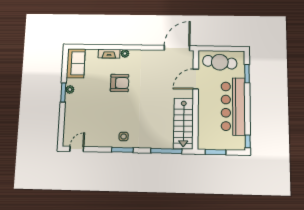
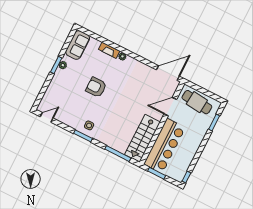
armchair: (120, 83) -> (96, 87), moved, turned 180
bar counter: (233, 106) -> (165, 146), moved, turned 180

